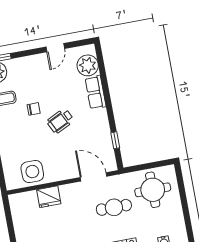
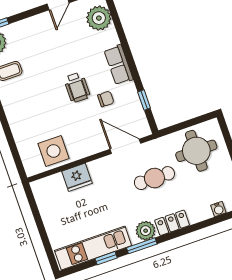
row of seats: (96, 92) -> (119, 65), moved
chair: (34, 109) -> (106, 99), moved
wheelchair: (60, 121) -> (77, 87), turned -64

